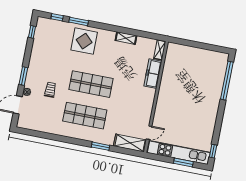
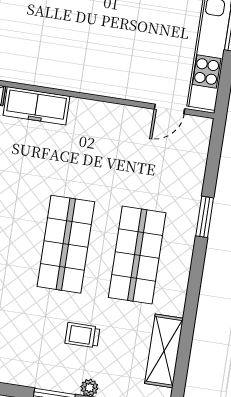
door: (149, 133) -> (170, 109), swing flipped
shelving: (130, 143) -> (164, 351), moved

